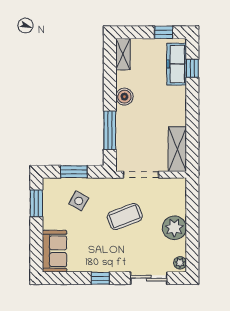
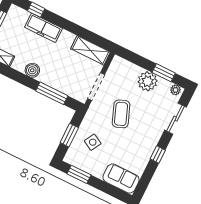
freezer: (177, 64) -> (43, 28), moved
window: (192, 241) -> (164, 73), added

